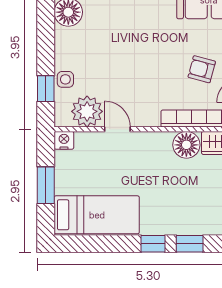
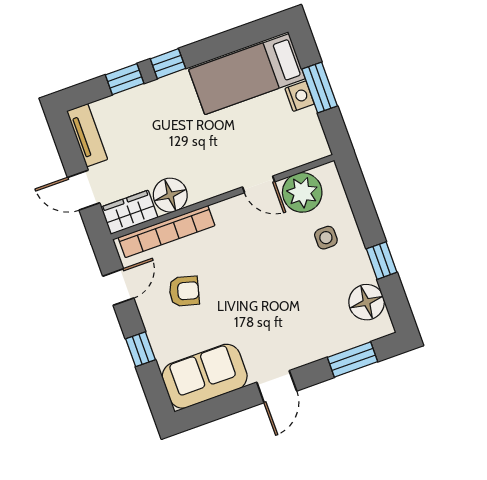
side table: (65, 79) -> (326, 238), moved
window: (46, 89) -> (382, 261), moved
nightstand: (64, 140) -> (300, 96), moved, turned -90

